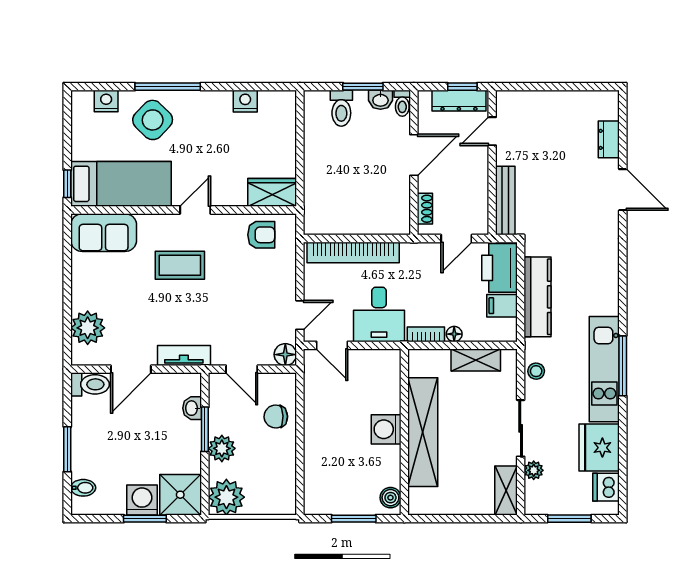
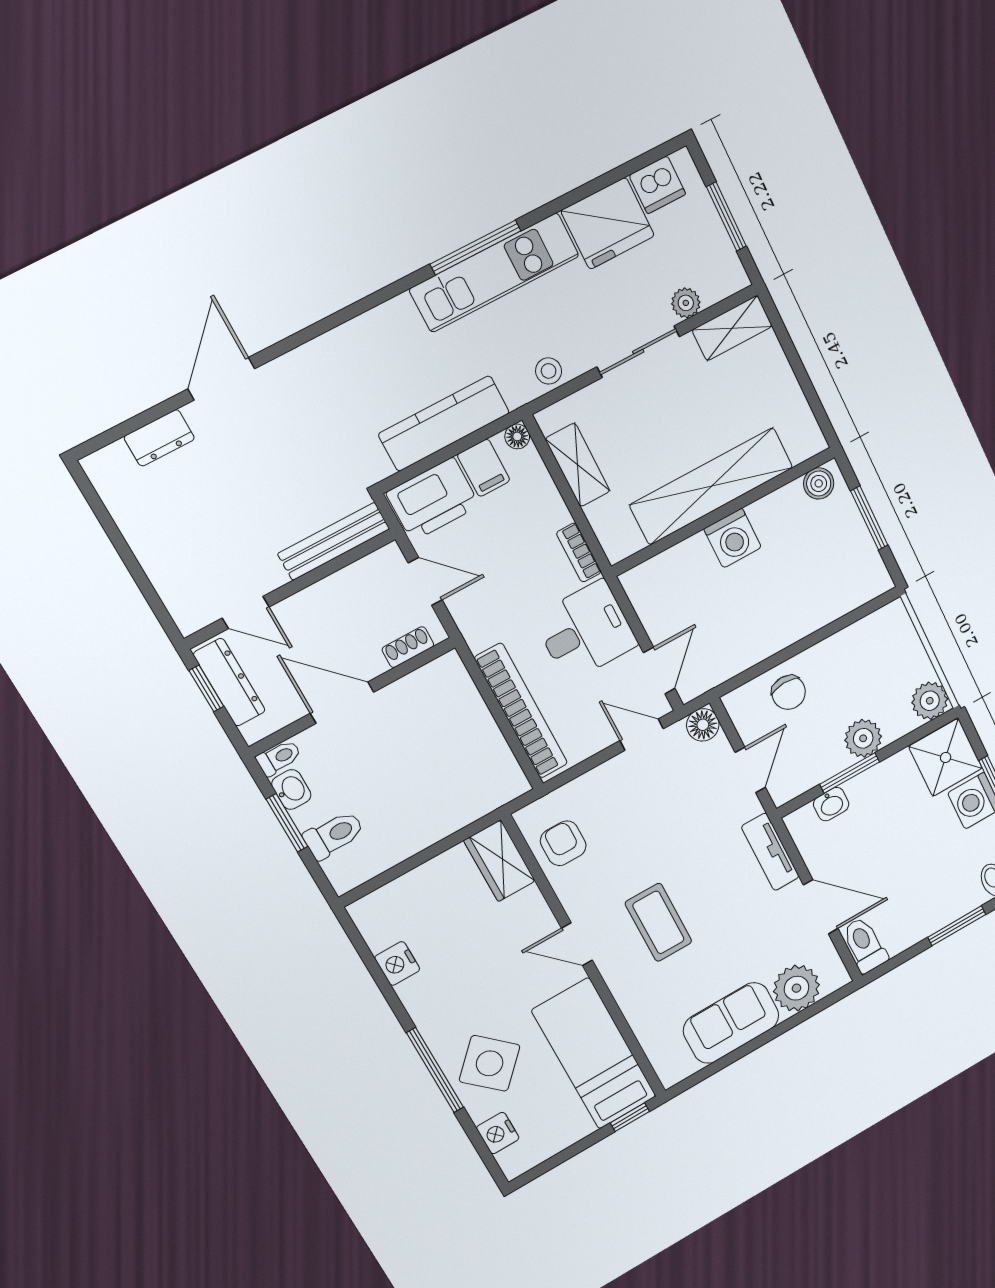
sofa: (104, 233) -> (731, 1023), moved, turned -90
floor lamp: (454, 334) -> (517, 436), moved
plant: (226, 497) -> (930, 701), width x0.73, depth x0.73

